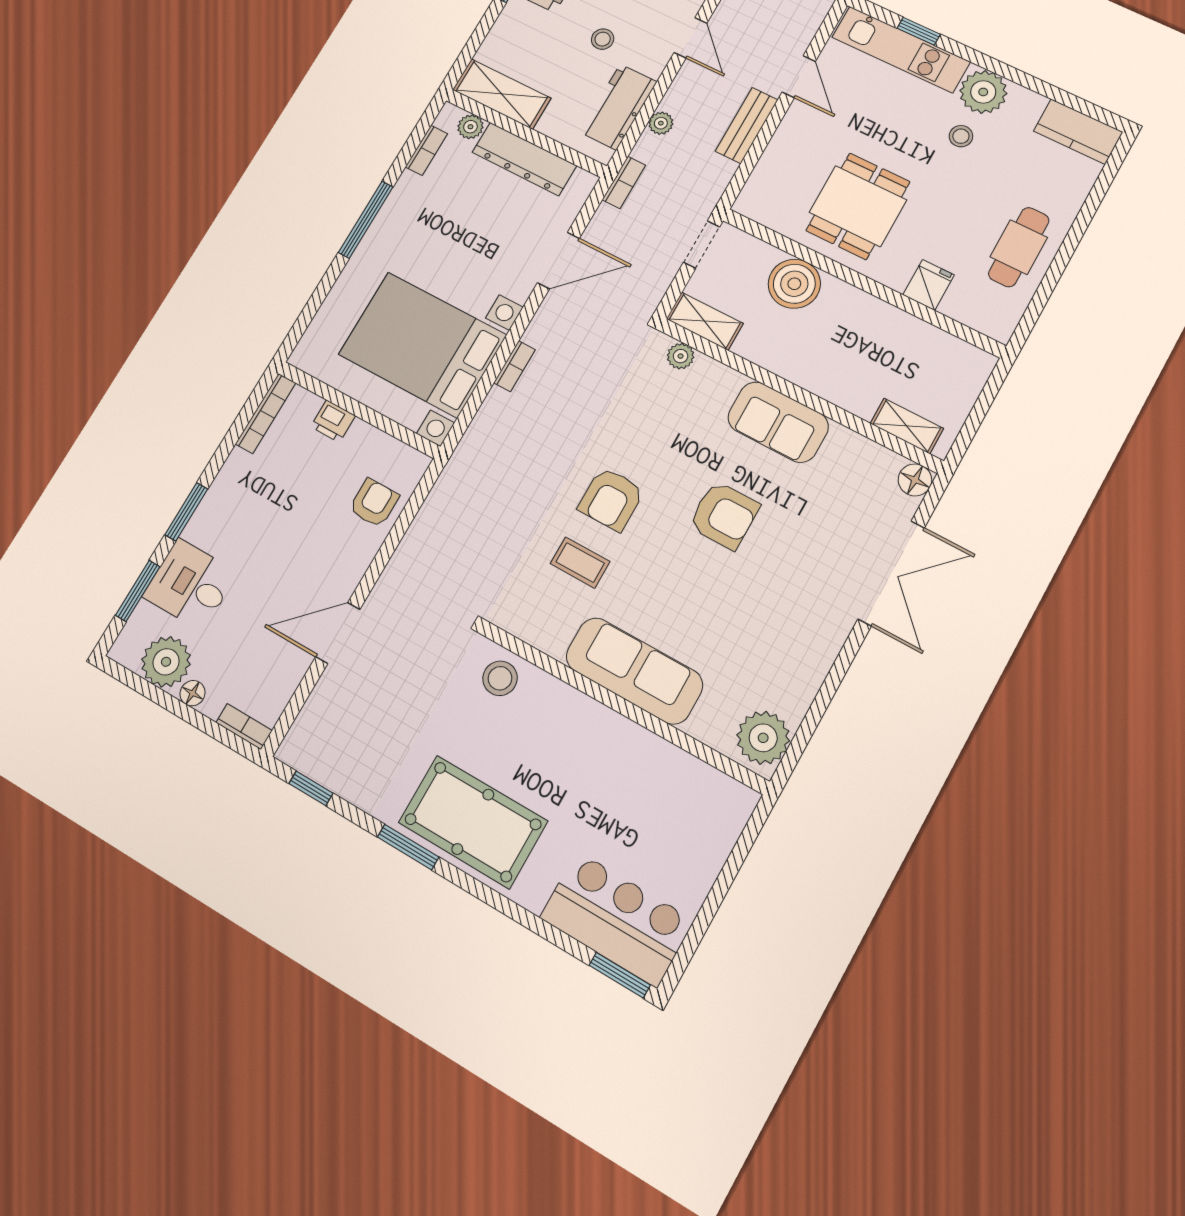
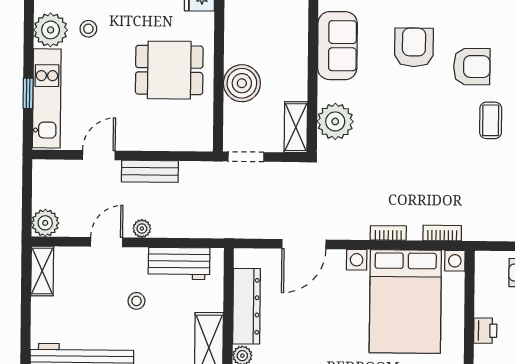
plant: (661, 123) -> (142, 229), moved
bookcase: (624, 182) -> (442, 233), moved
door: (559, 261) -> (304, 244), swing flipped
plant: (681, 356) -> (335, 121), width x1.88, depth x1.88
armchair: (611, 499) -> (472, 67), moved

